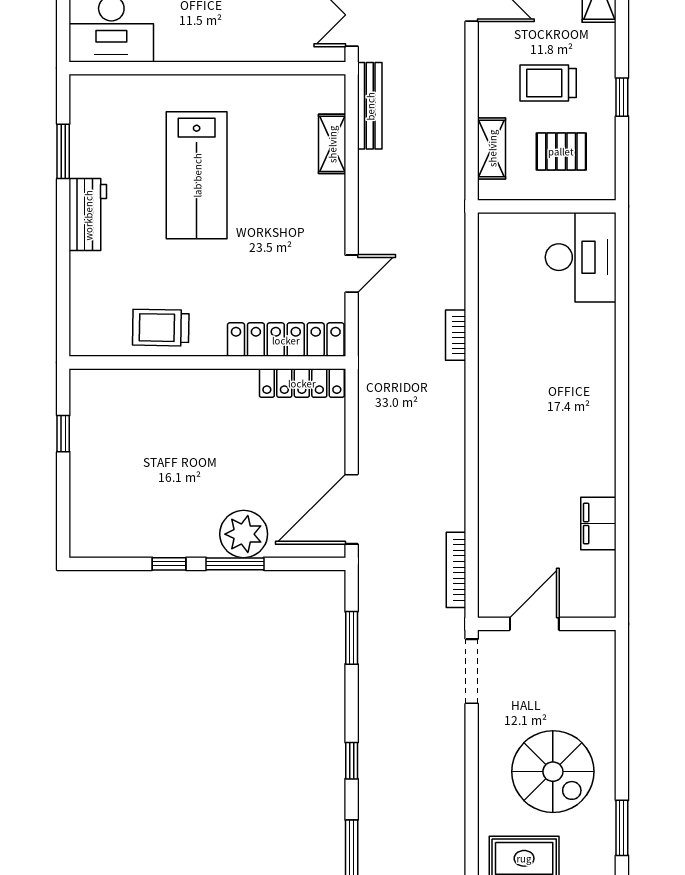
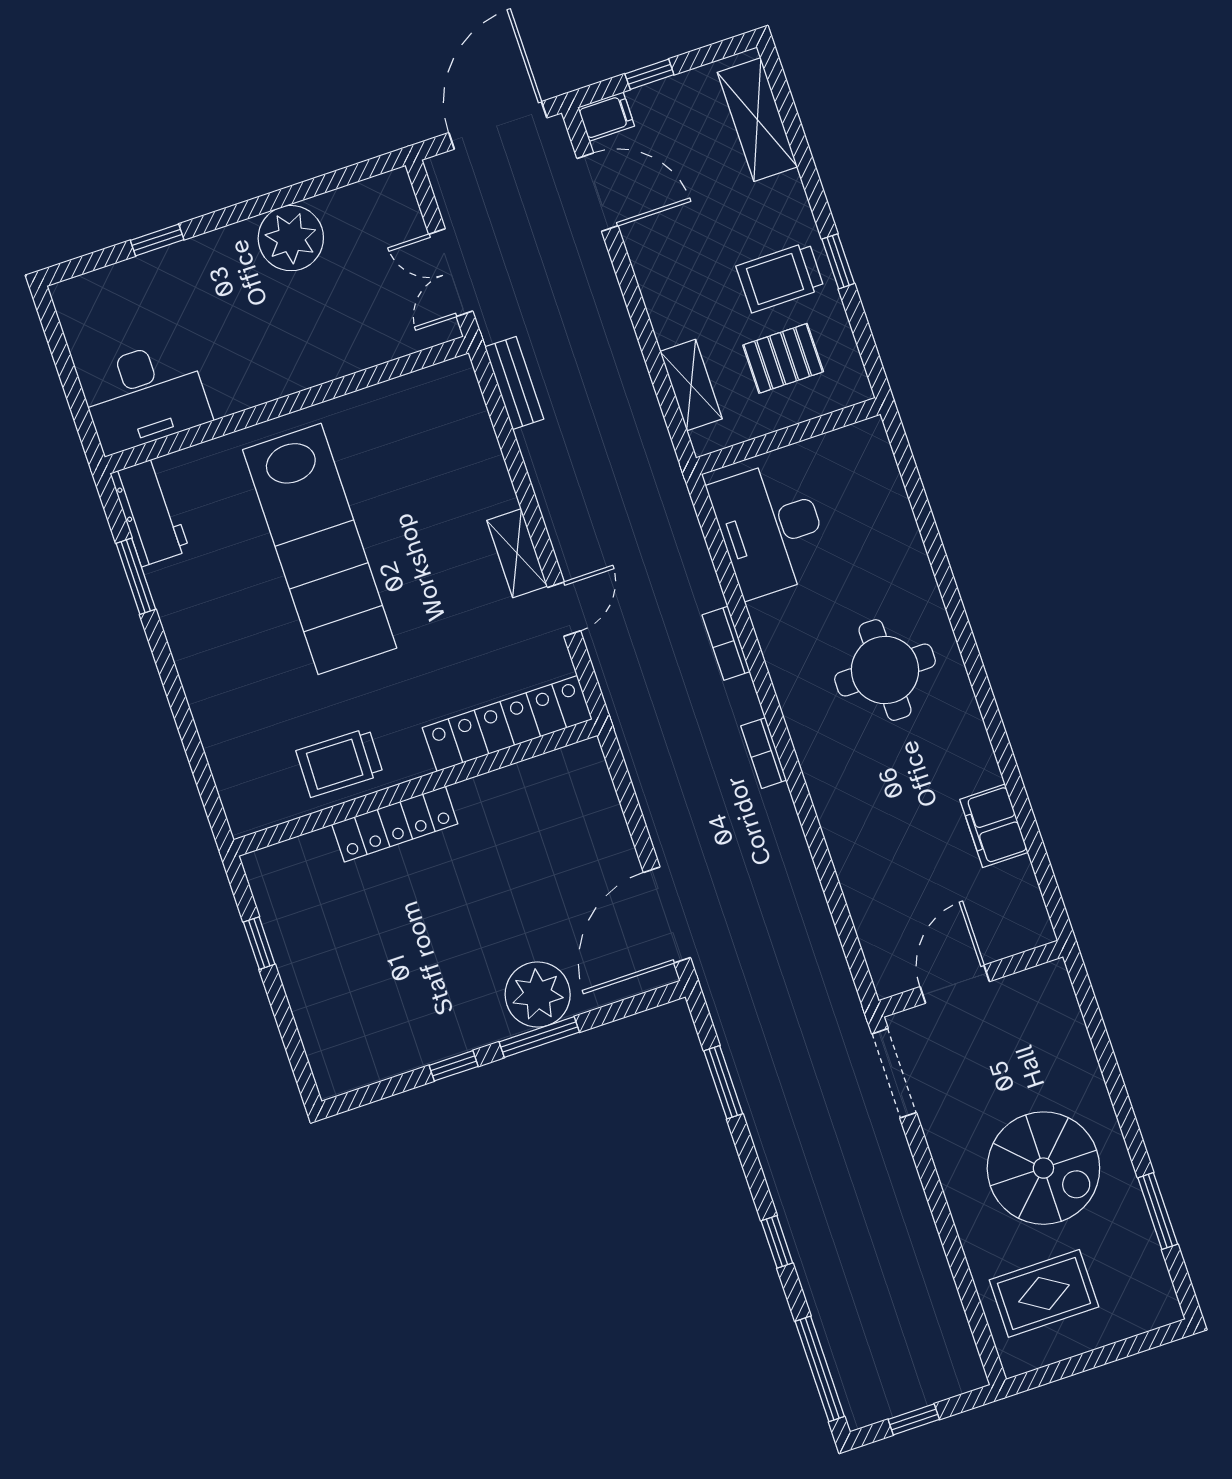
trolley: (548, 83) -> (780, 277), moved
bench: (370, 106) -> (514, 383), width x0.73
shelving: (332, 144) -> (517, 553), moved
lab bench: (197, 175) -> (320, 549), width x1.36
workbench: (88, 215) -> (150, 512), moved
desk: (581, 257) -> (770, 529), moved, turned 180
locker: (302, 383) -> (395, 824), moved
round table: (559, 391) -> (885, 670), added
bookcase: (456, 570) -> (764, 753), moved, width x0.64

